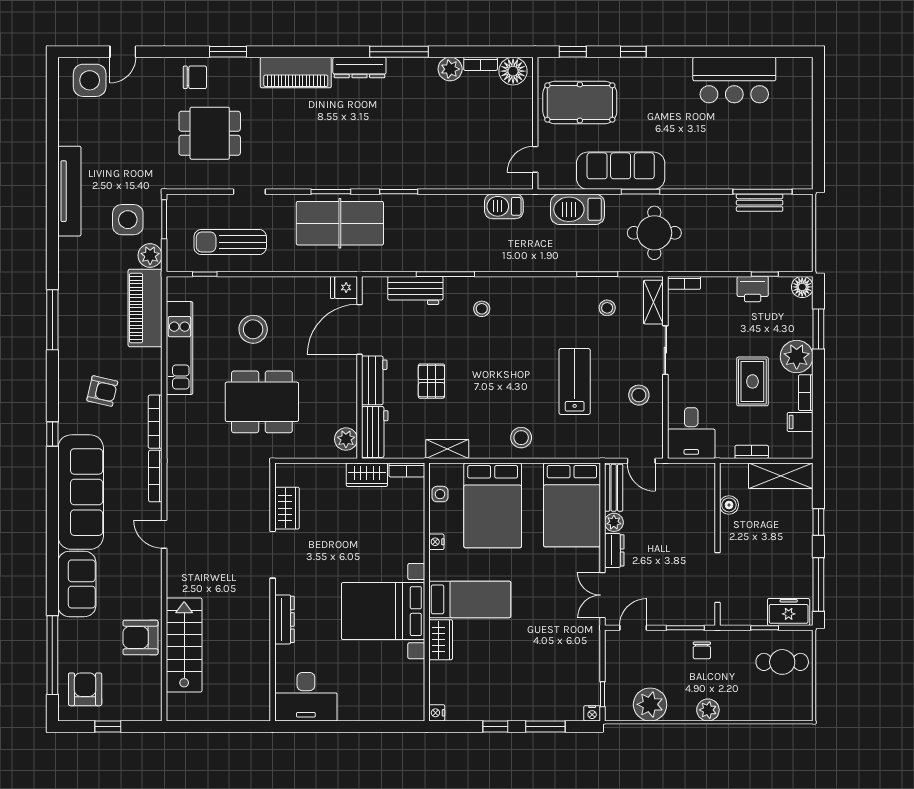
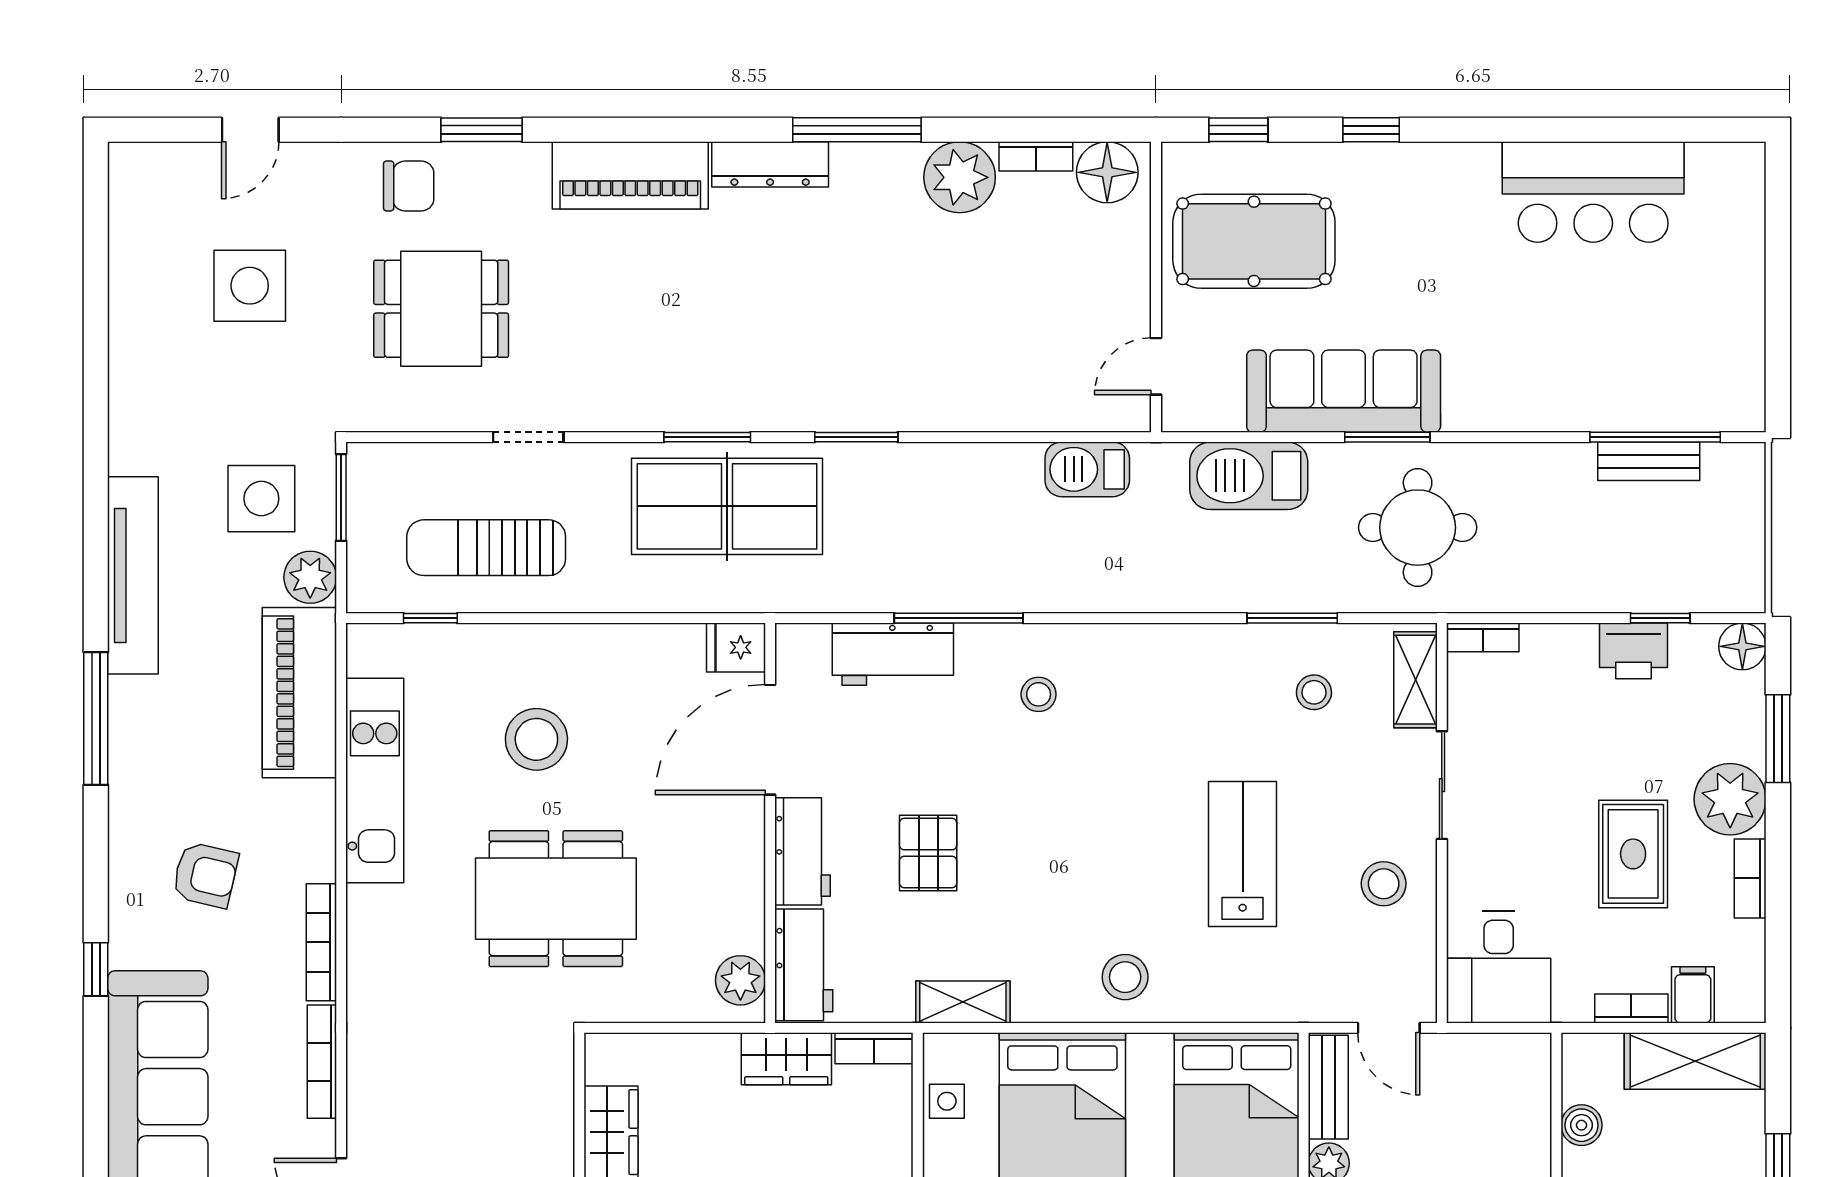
plant: (450, 69) -> (960, 177), width x1.36, depth x1.36
side table: (90, 80) -> (250, 286), moved
tv unit: (69, 191) -> (133, 575), moved
filing cabinet: (800, 422) -> (1693, 995), moved, turned 90

